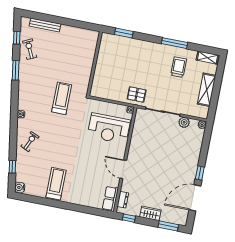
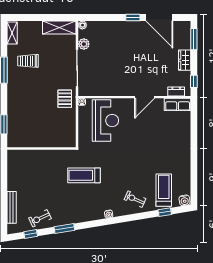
shelving: (207, 90) -> (59, 27), moved
treadmill: (56, 184) -> (164, 190), moved, turned 90

